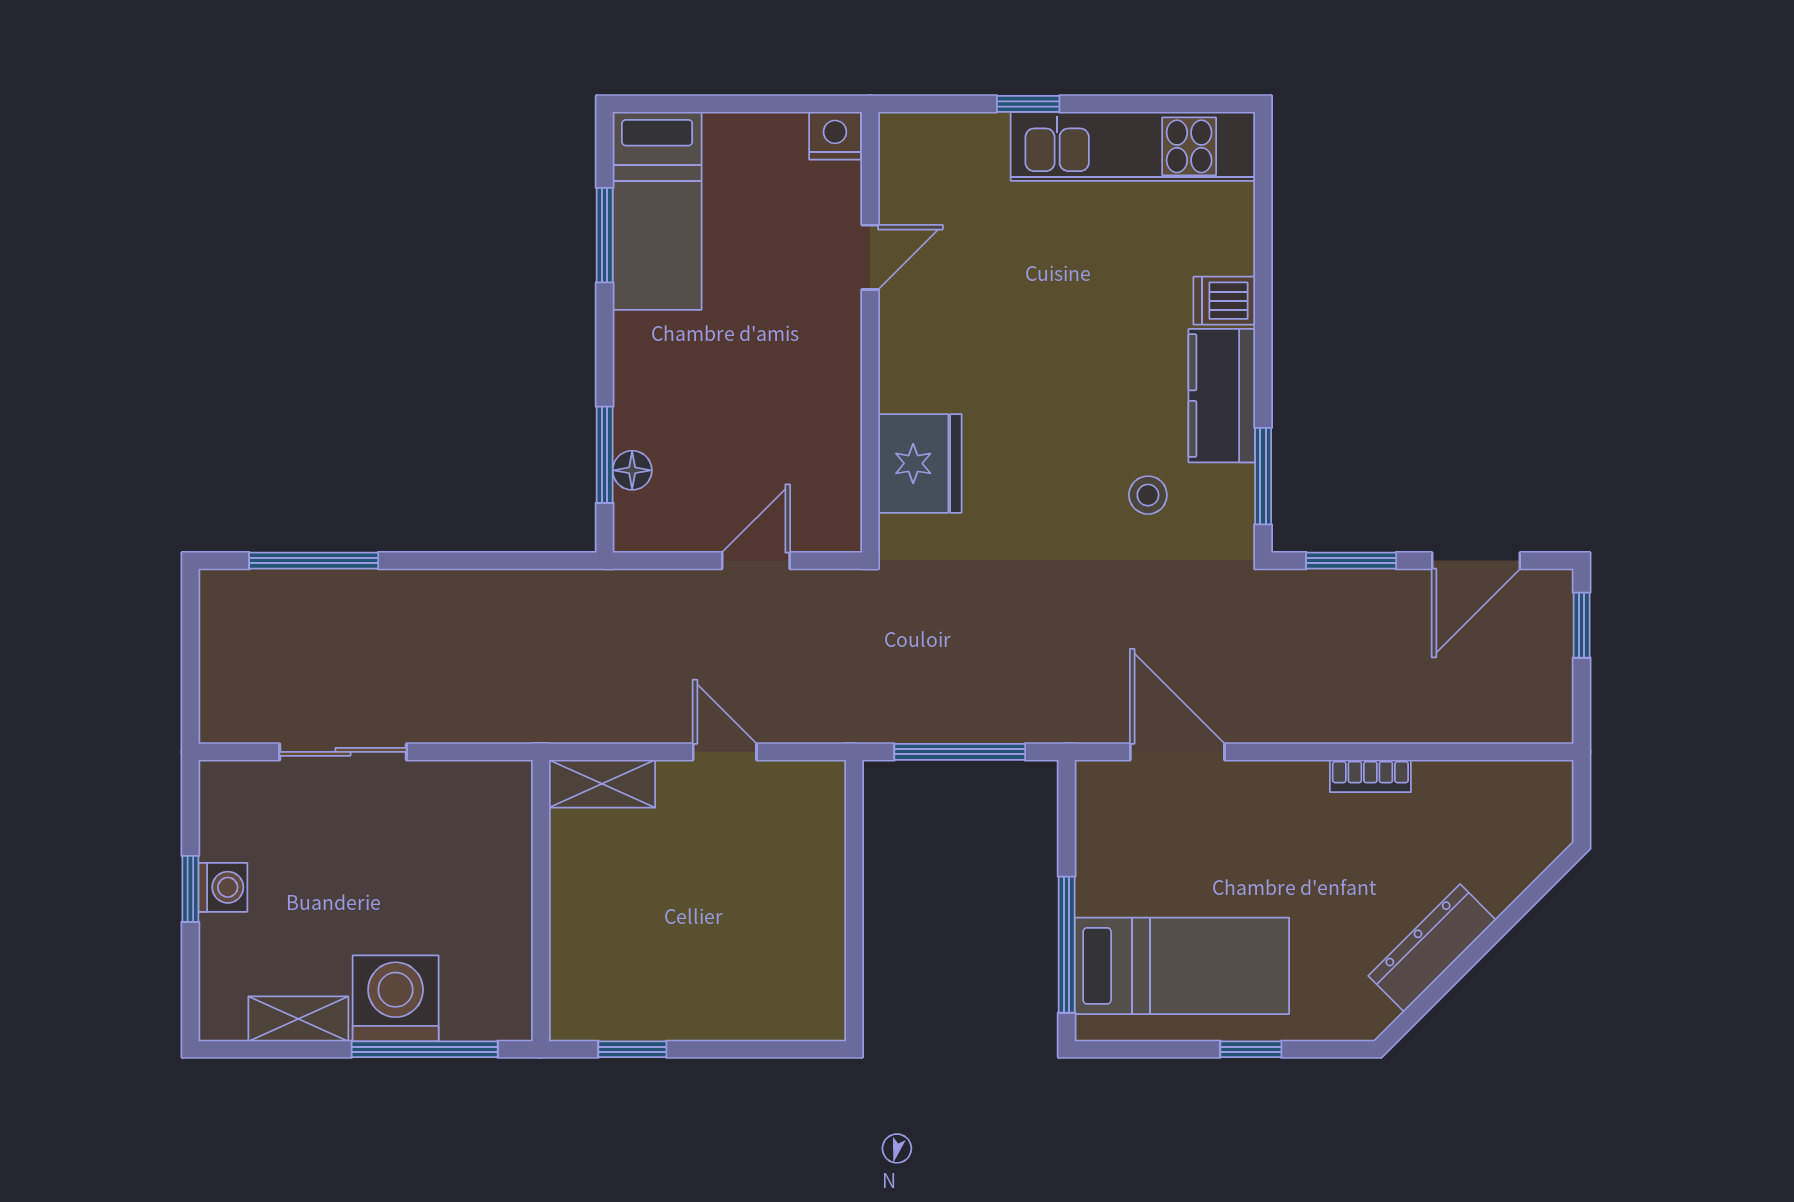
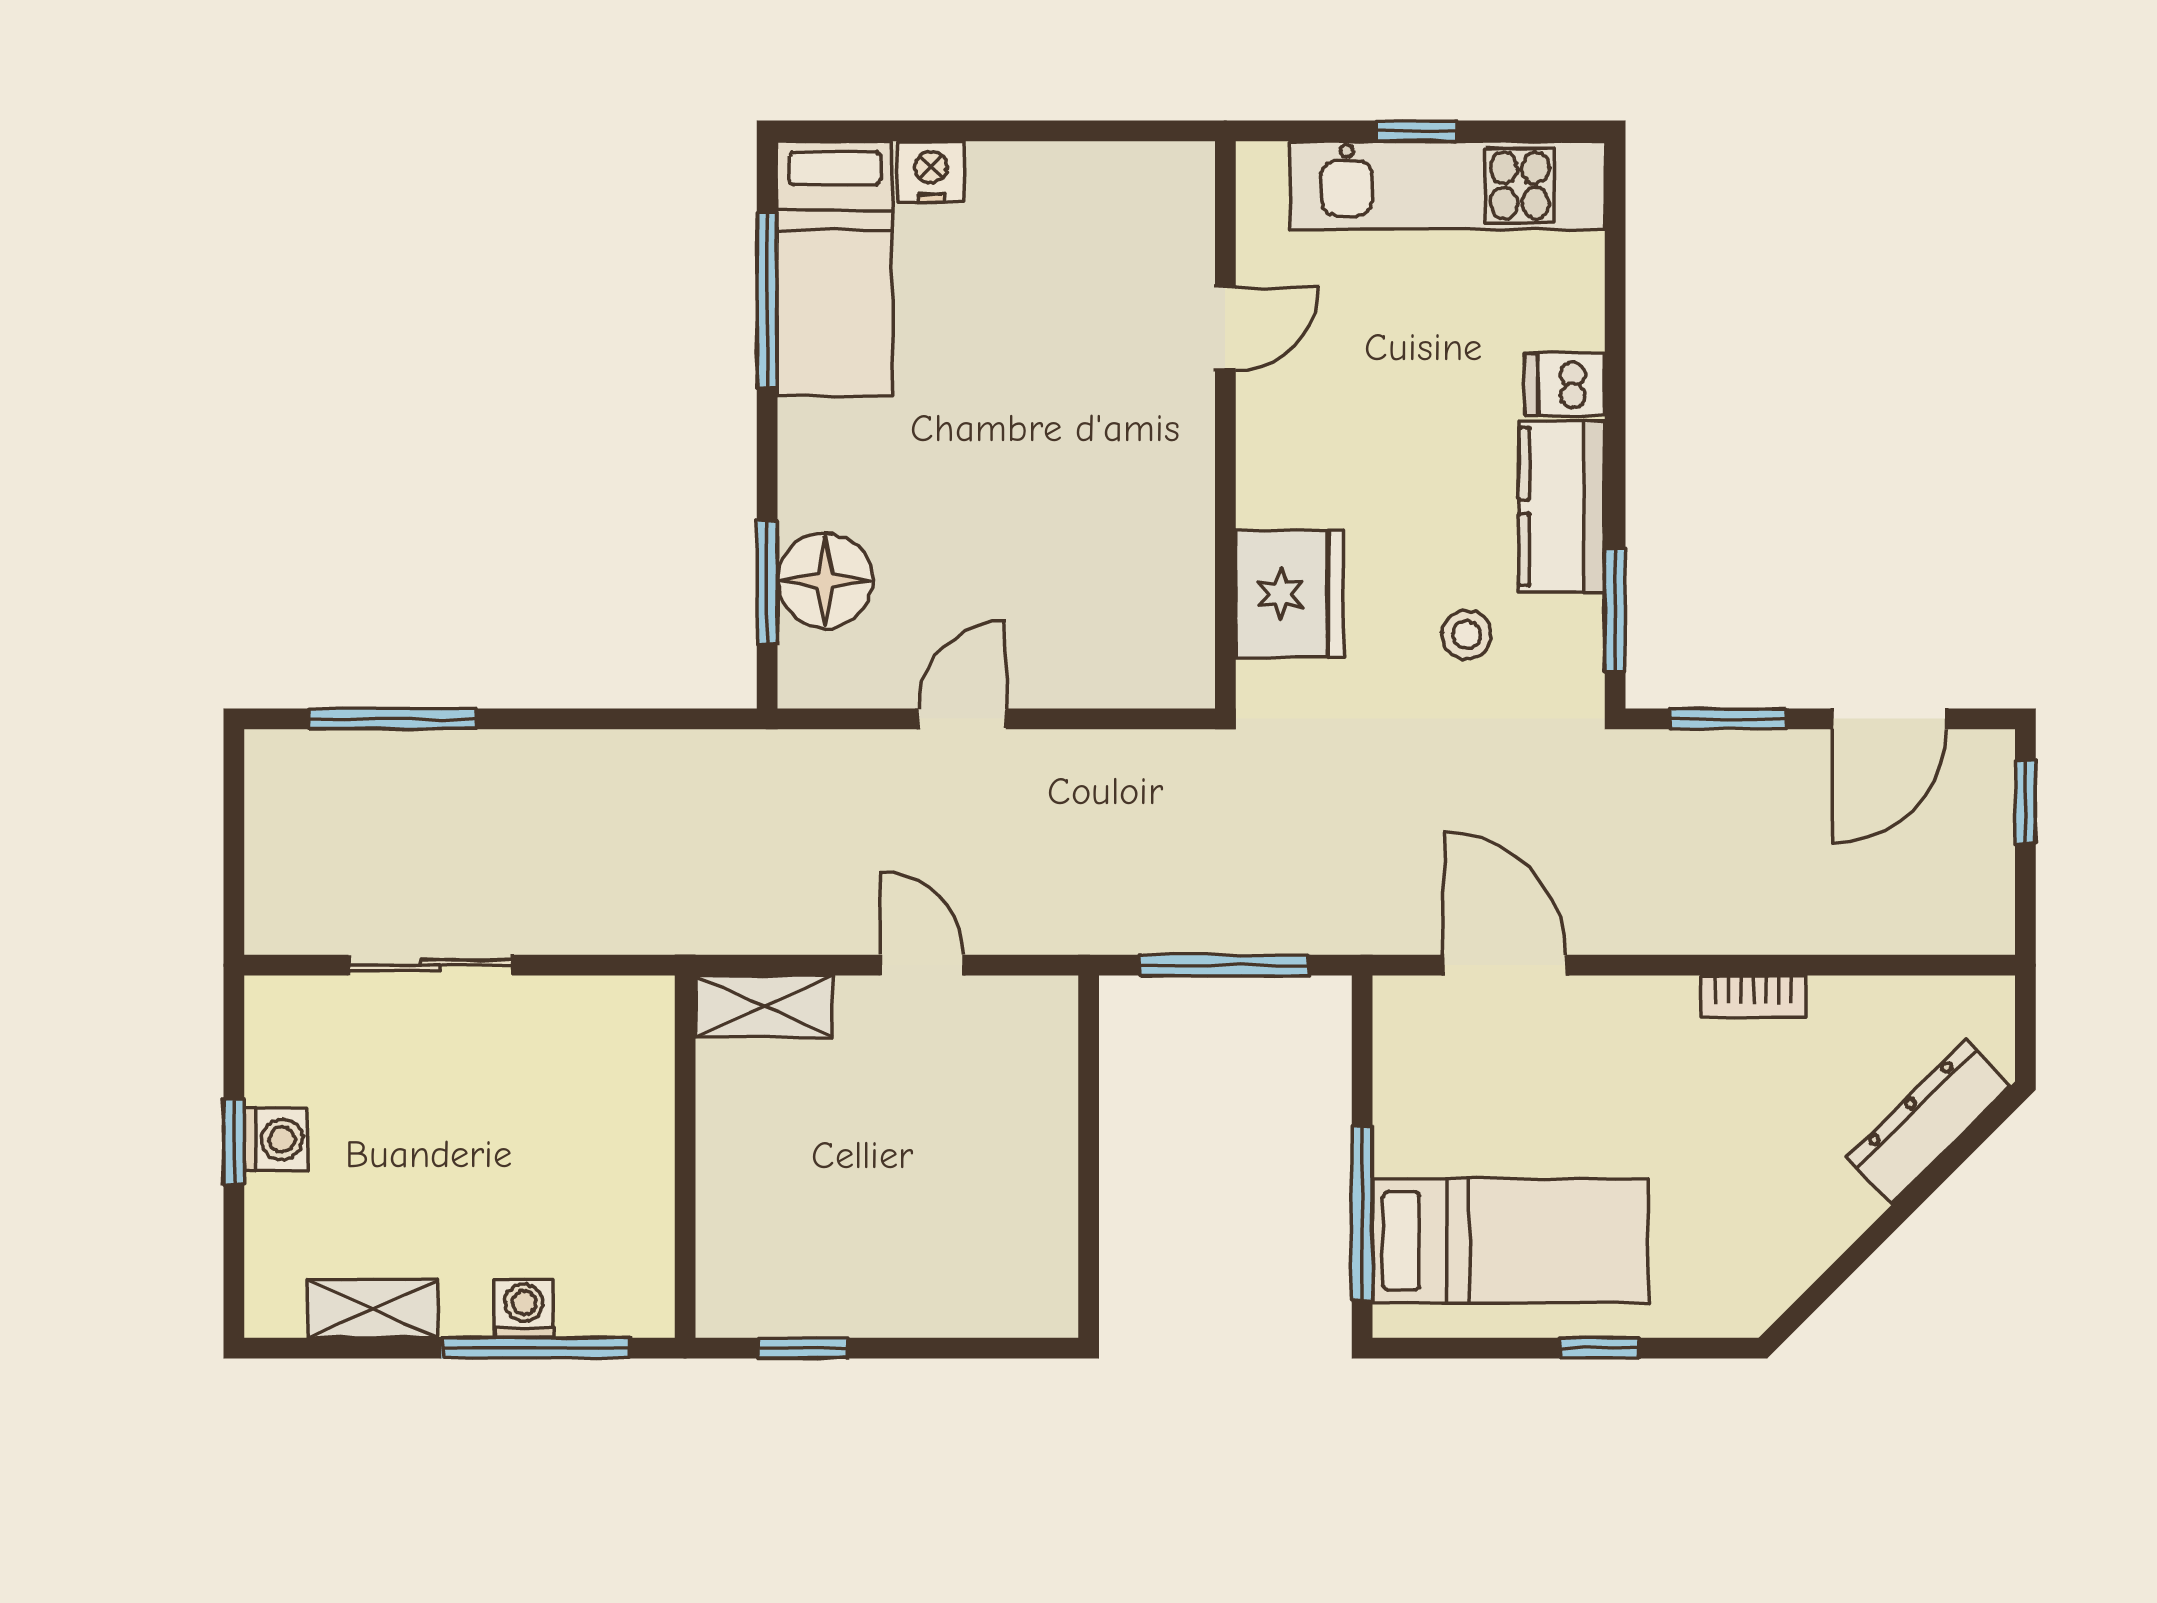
window: (1028, 104) -> (1417, 131), moved
nightstand: (835, 136) -> (931, 172), moved
window: (605, 235) -> (767, 300), width x1.44
door: (870, 257) -> (1225, 328), moved
wall: (870, 332) -> (1225, 425), moved
fridge: (920, 463) -> (1289, 594), moved
floor lamp: (632, 470) -> (825, 580), width x1.89, depth x1.89
dresser: (1432, 948) -> (1928, 1122), moved
washing machine: (396, 998) -> (524, 1309), width x0.53, depth x0.53

